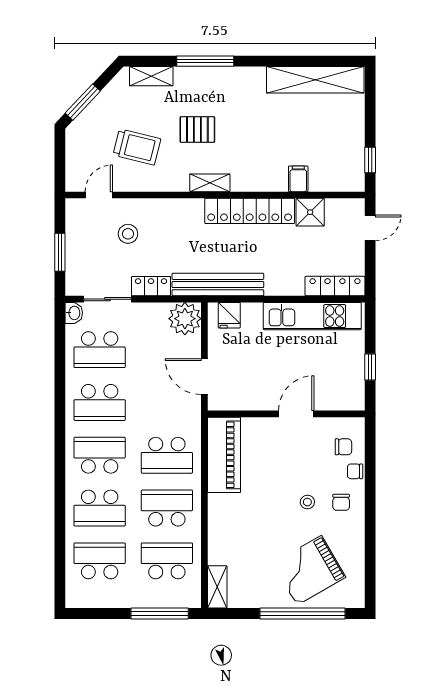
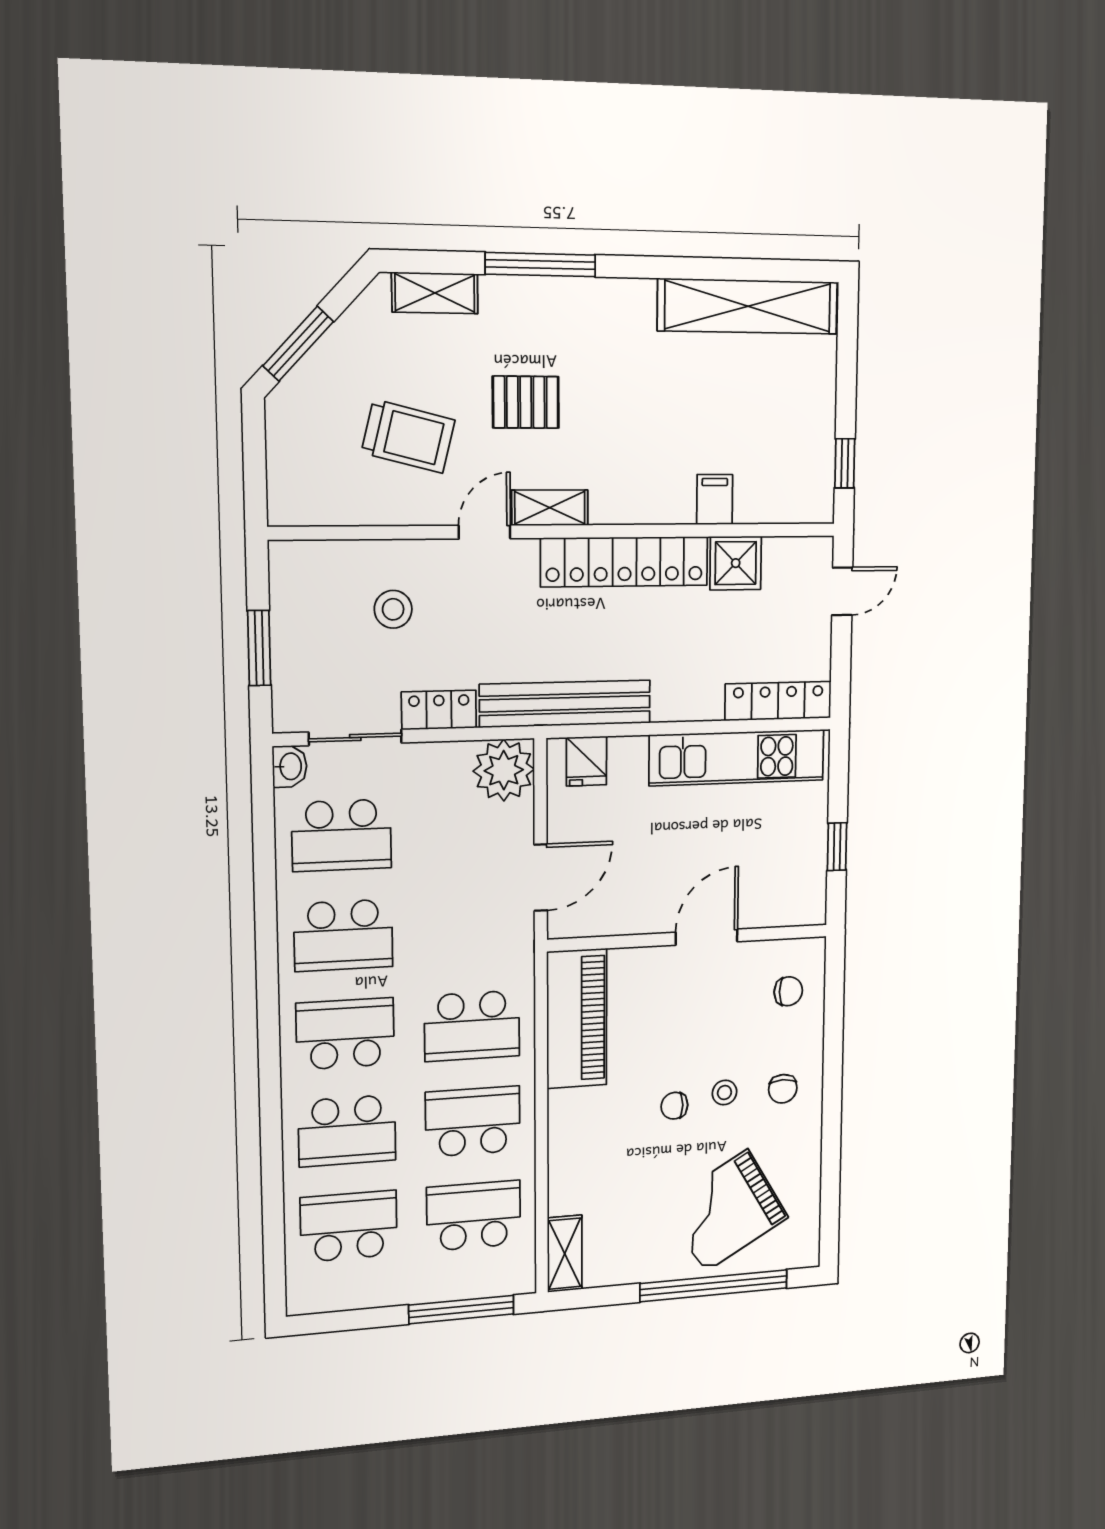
door: (99, 195) -> (485, 532), moved
door: (204, 377) -> (541, 878), swing flipped
chair: (355, 471) -> (674, 1106), moved

